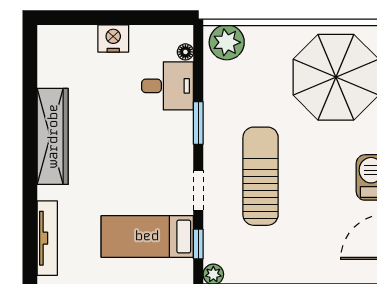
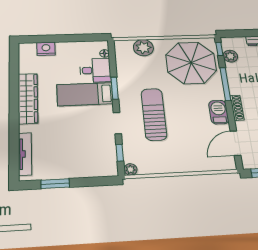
nightstand: (113, 39) -> (46, 49), moved
plant: (227, 42) -> (143, 48), moved
bed: (147, 236) -> (85, 94), moved

